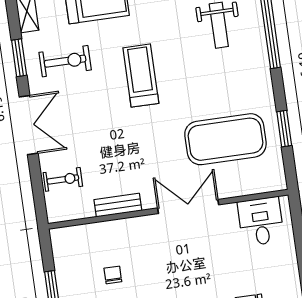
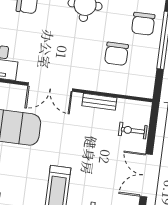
chair: (113, 275) -> (116, 54), width x1.87, depth x1.87

